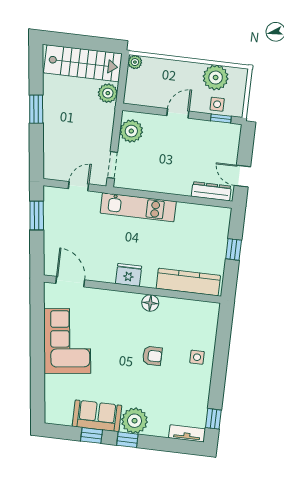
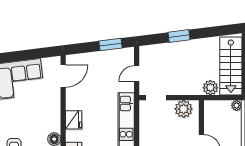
window: (36, 109) -> (179, 36), moved
door: (78, 186) -> (137, 74), swing flipped

